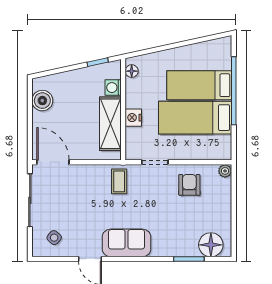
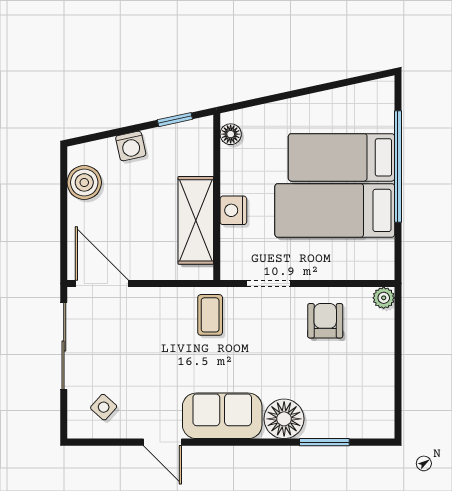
washing machine: (113, 88) -> (131, 146), moved, turned -102
floor lamp: (211, 245) -> (284, 419), moved

